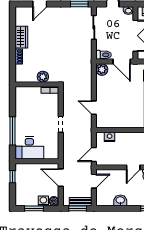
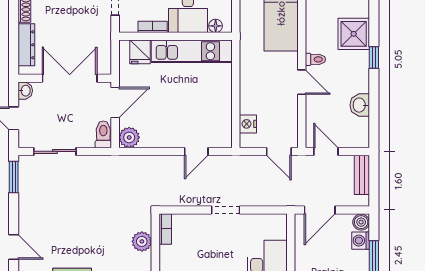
window: (78, 208) -> (374, 180), removed

